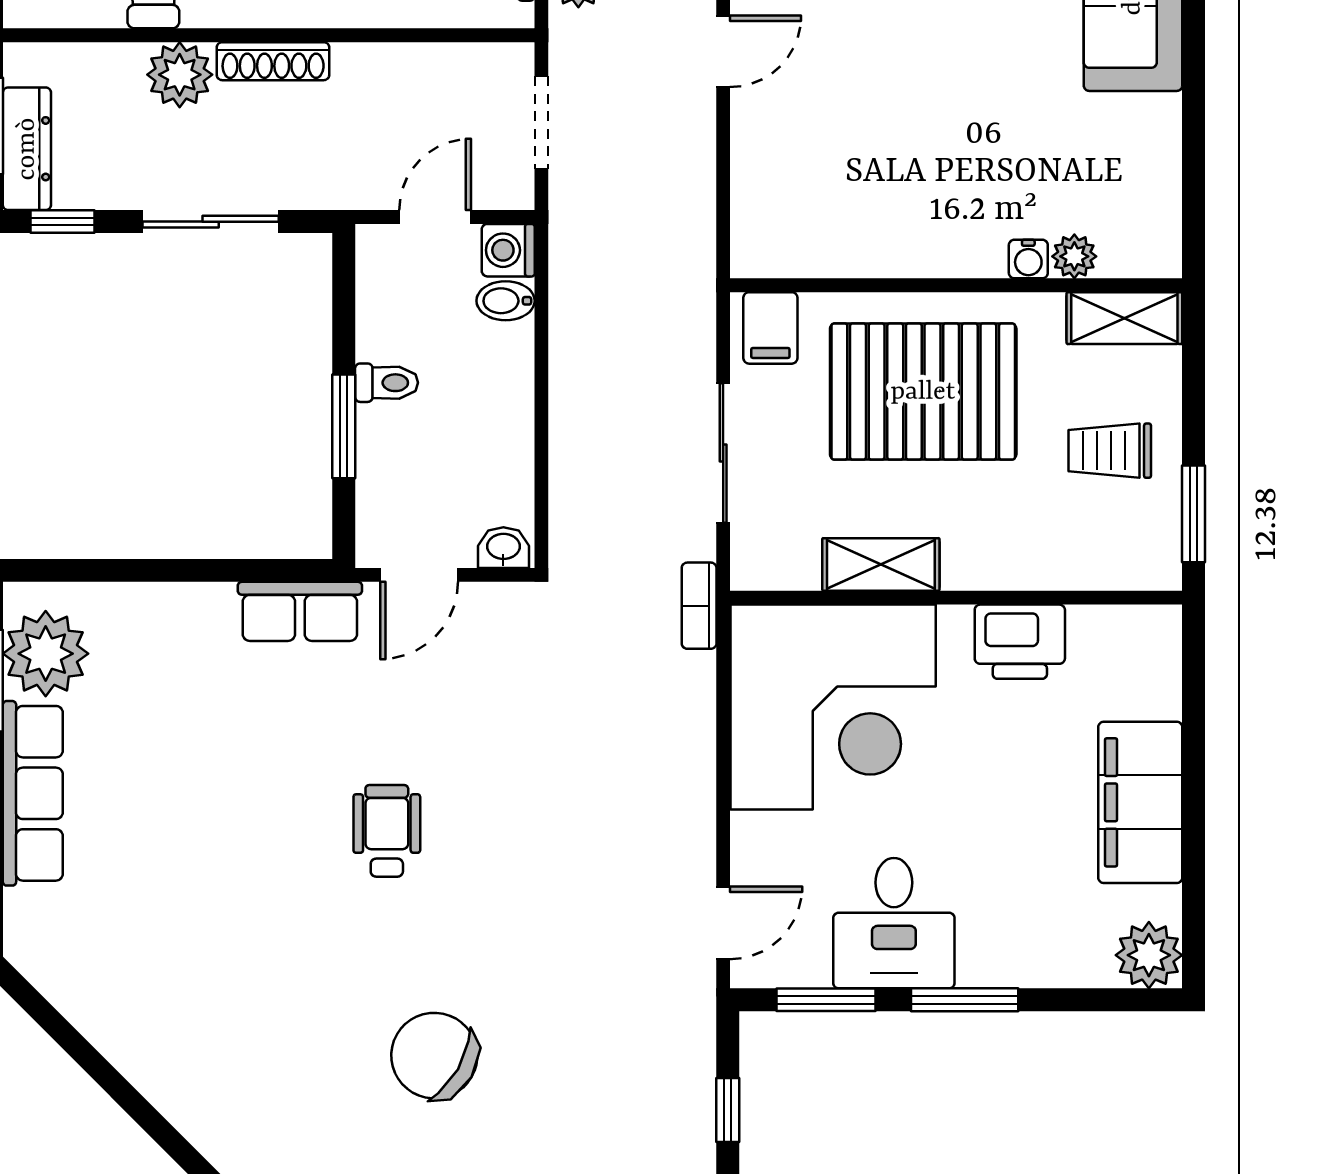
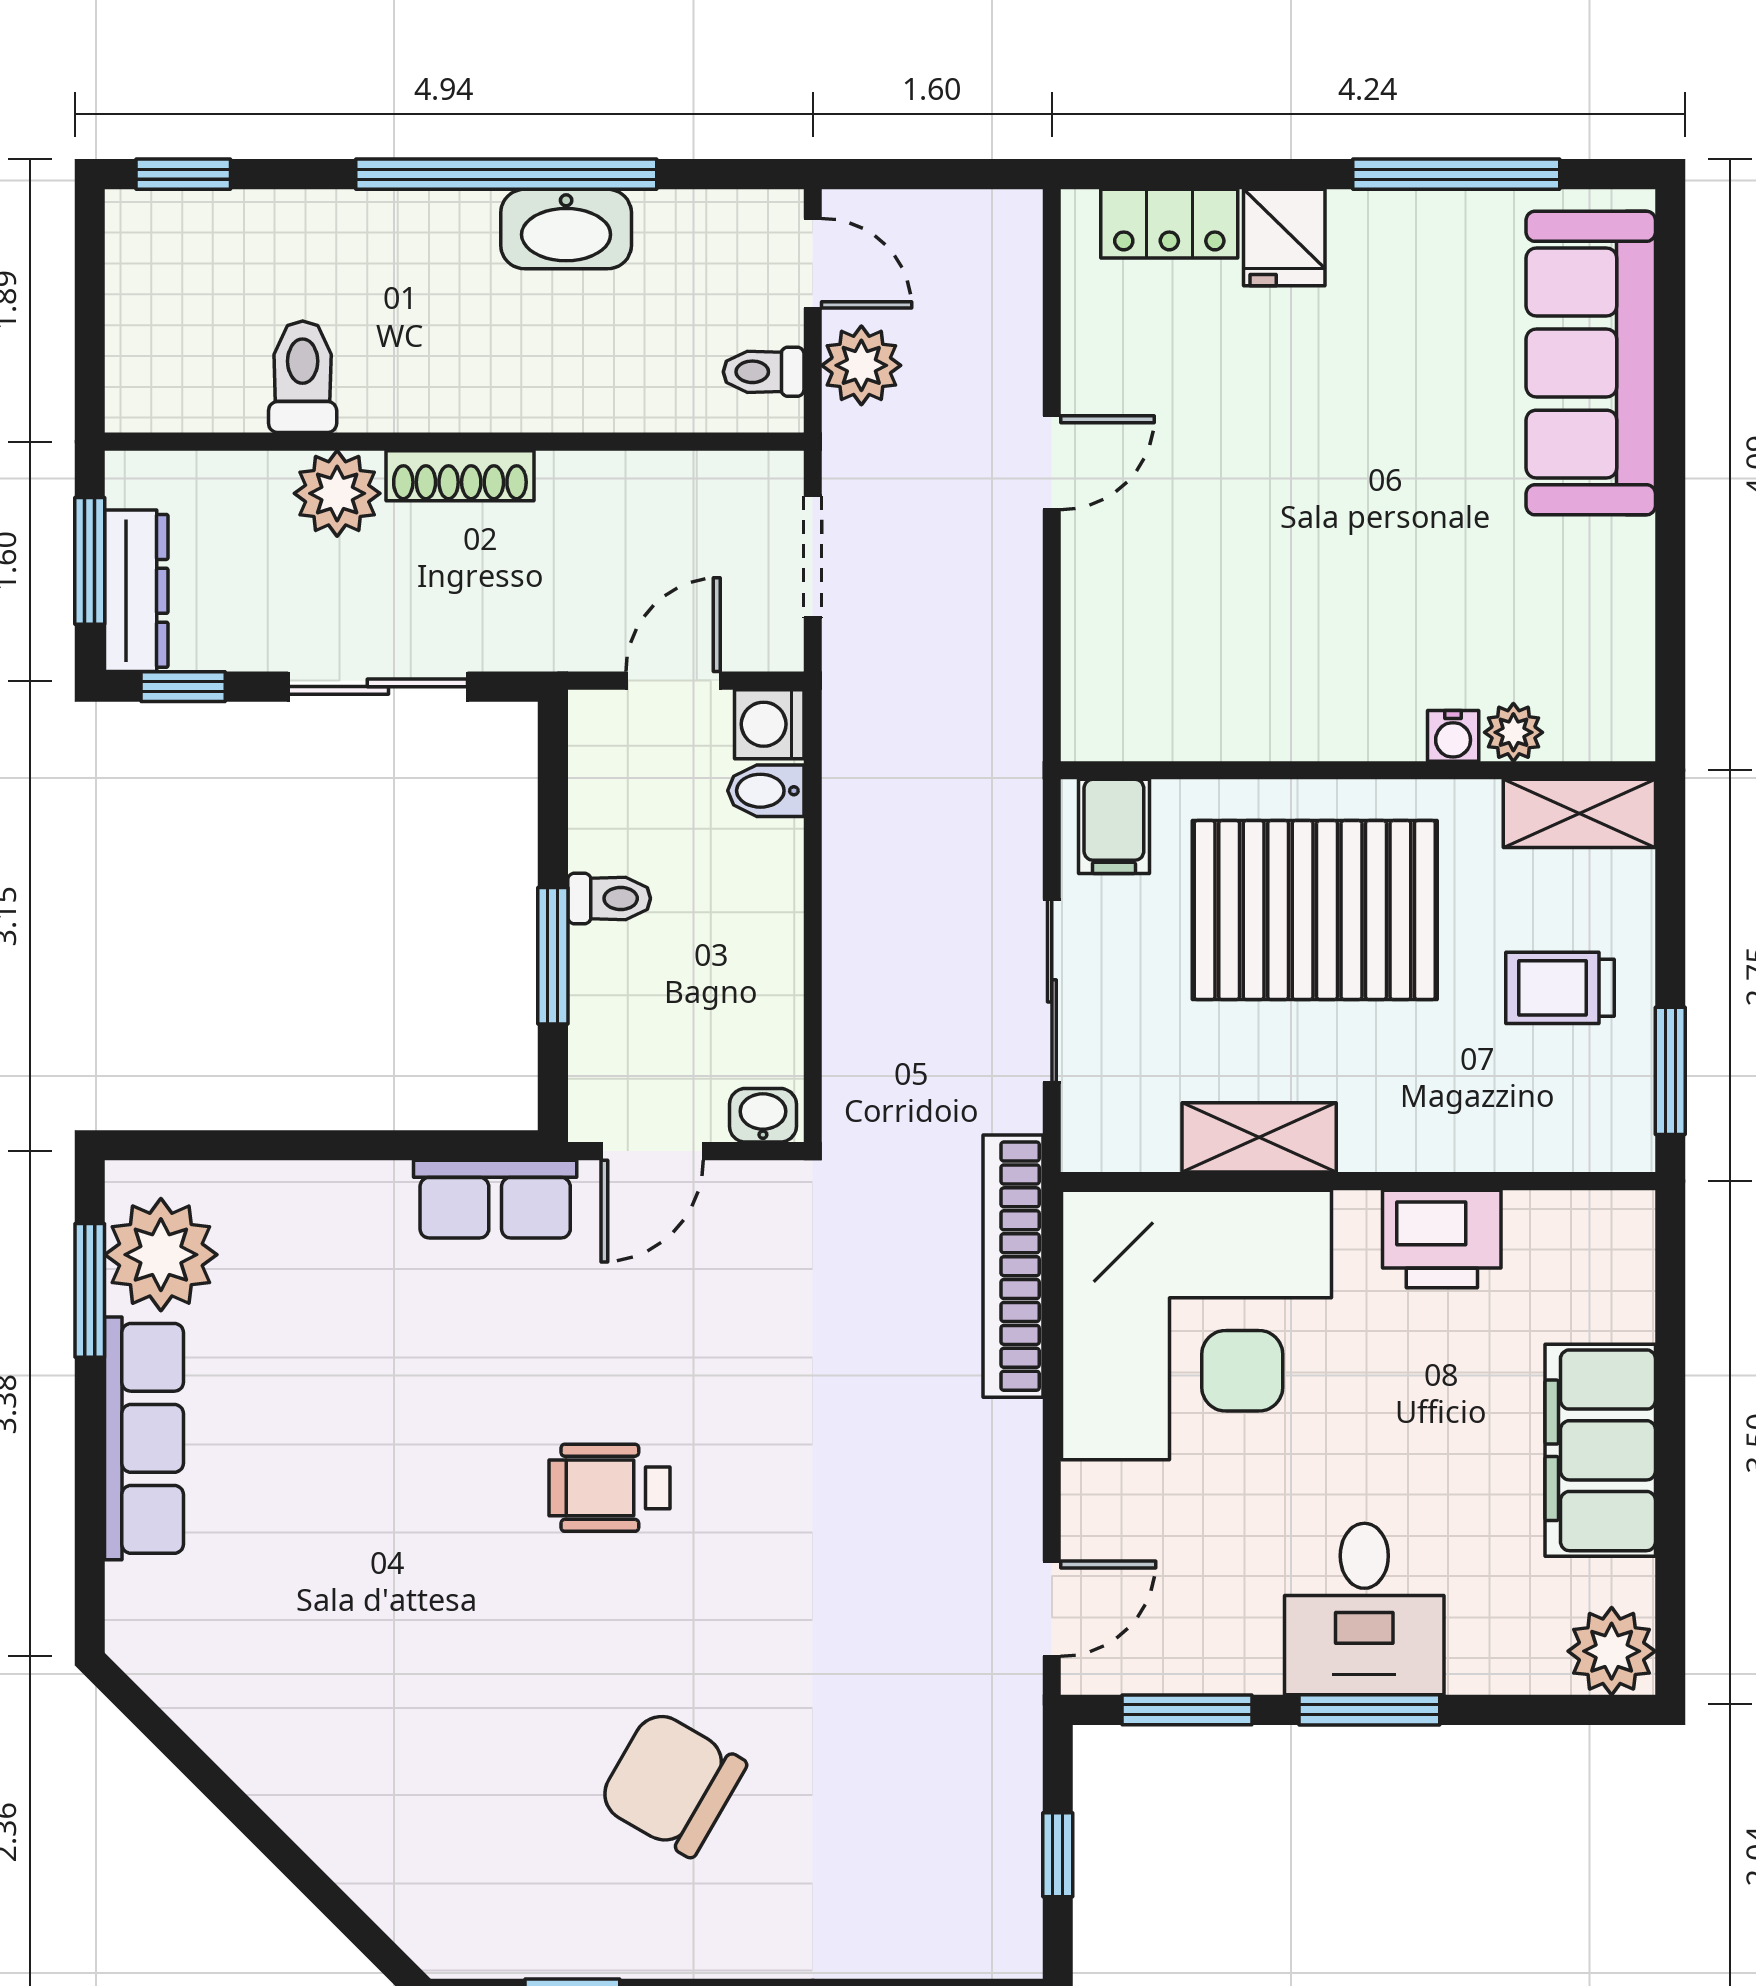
bookcase: (699, 606) -> (1013, 1266), width x2.31, depth x1.31
wheelchair: (387, 831) -> (610, 1488), turned -90
desk: (894, 923) -> (1364, 1609), moved

